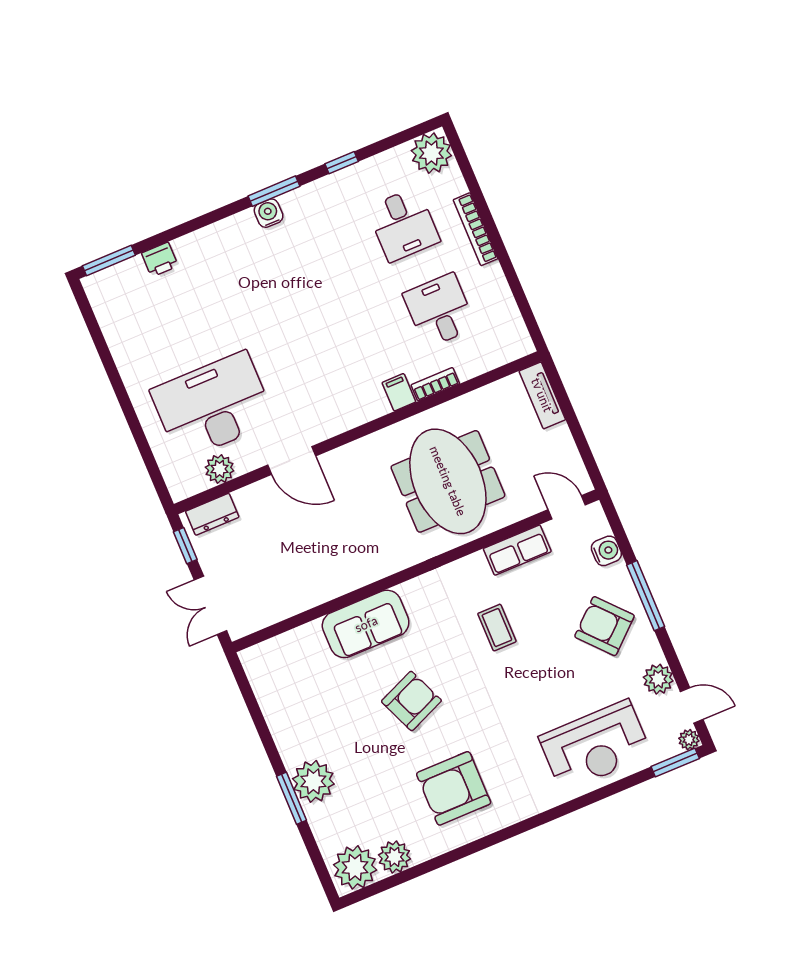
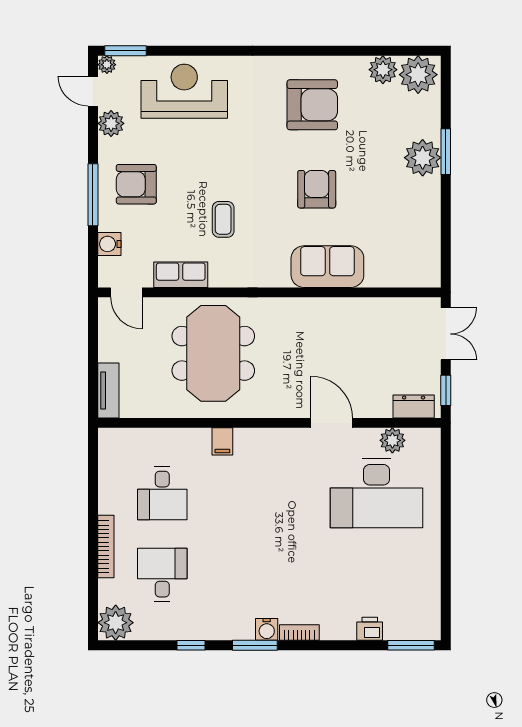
bookcase: (435, 384) -> (299, 633), moved, turned 180
armchair: (604, 626) -> (136, 184), turned 132
armchair: (411, 701) -> (317, 189), turned 113

